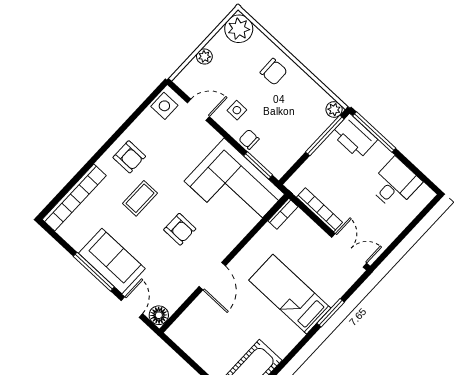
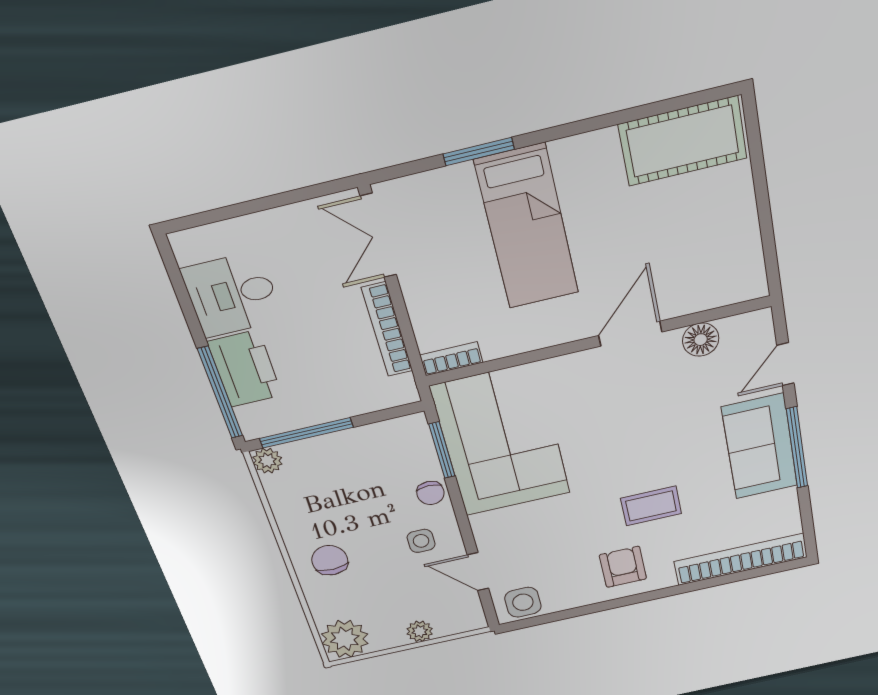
printer: (354, 137) -> (245, 369), moved
armchair: (180, 229) -> (627, 431), removed
floor lamp: (159, 315) -> (701, 340), moved

